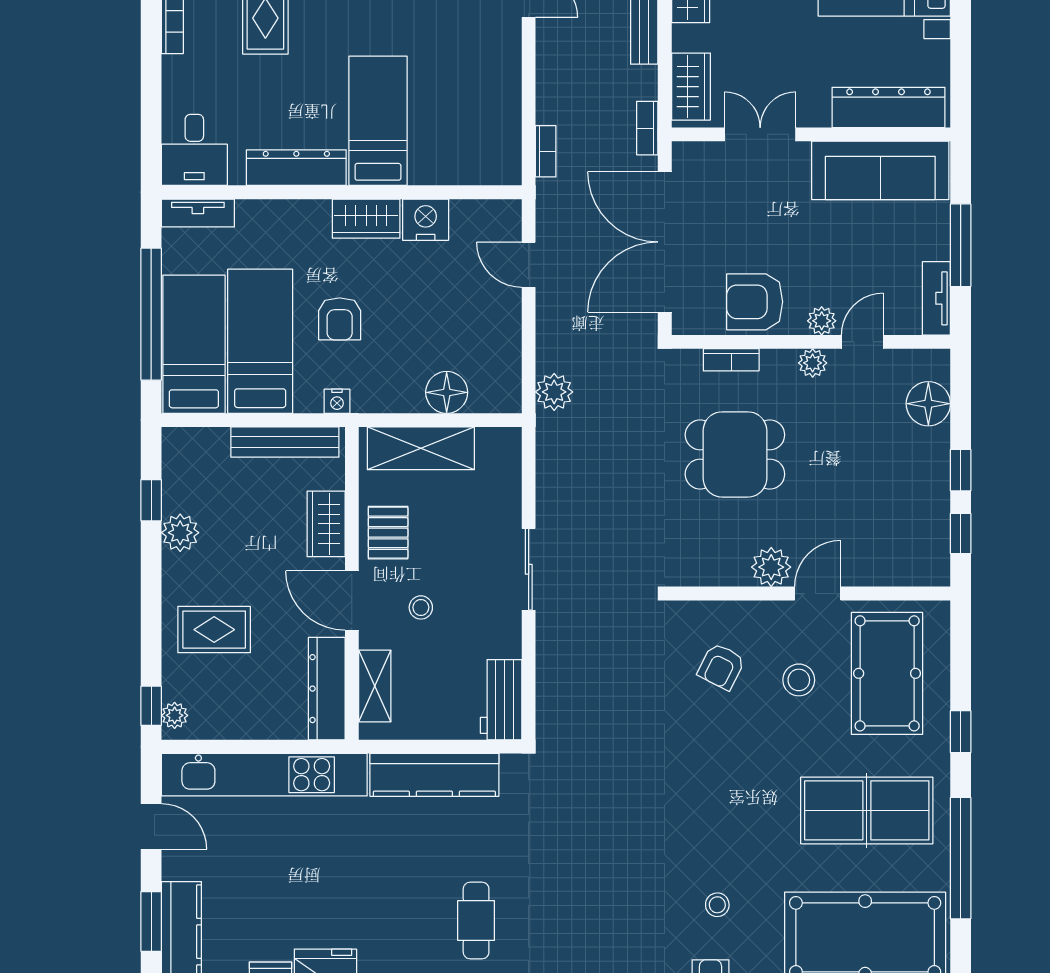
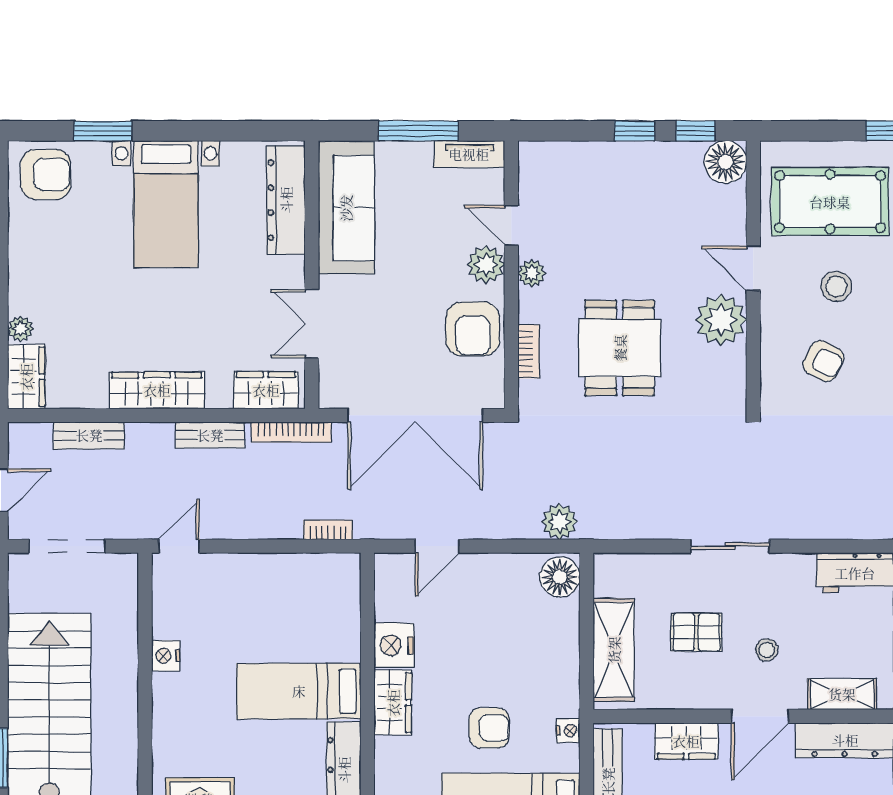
bookcase: (647, 128) -> (291, 432), width x1.56
plant: (822, 321) -> (486, 264), width x1.38, depth x1.38
floor lamp: (447, 392) -> (560, 577), moved
floor lamp: (928, 404) -> (725, 162), moved
pallet: (388, 533) -> (696, 632), moved
plant: (771, 567) -> (721, 320), width x1.36, depth x1.36

